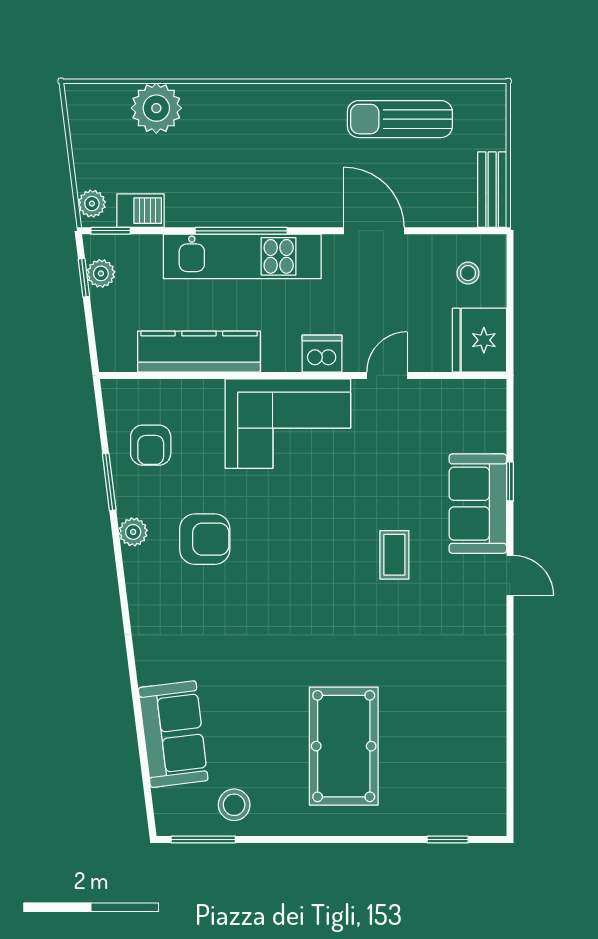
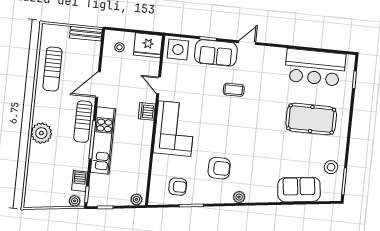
plant: (156, 108) -> (41, 133), moved
sun lounger: (282, 204) -> (83, 122), added
plant: (101, 273) -> (136, 199), moved
kitchen counter: (199, 352) -> (141, 163), removed
side table: (477, 413) -> (178, 50), added
plant: (133, 532) -> (239, 197), moved
armchair: (205, 539) -> (219, 168), turned 90
bar counter: (467, 743) -> (315, 67), added

